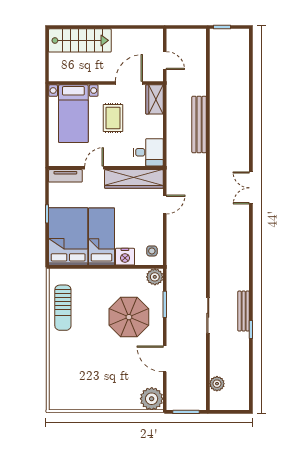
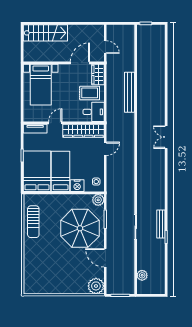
rug: (113, 118) -> (90, 93), moved, turned 90
parasol: (129, 317) -> (80, 228), width x1.36, depth x1.36

